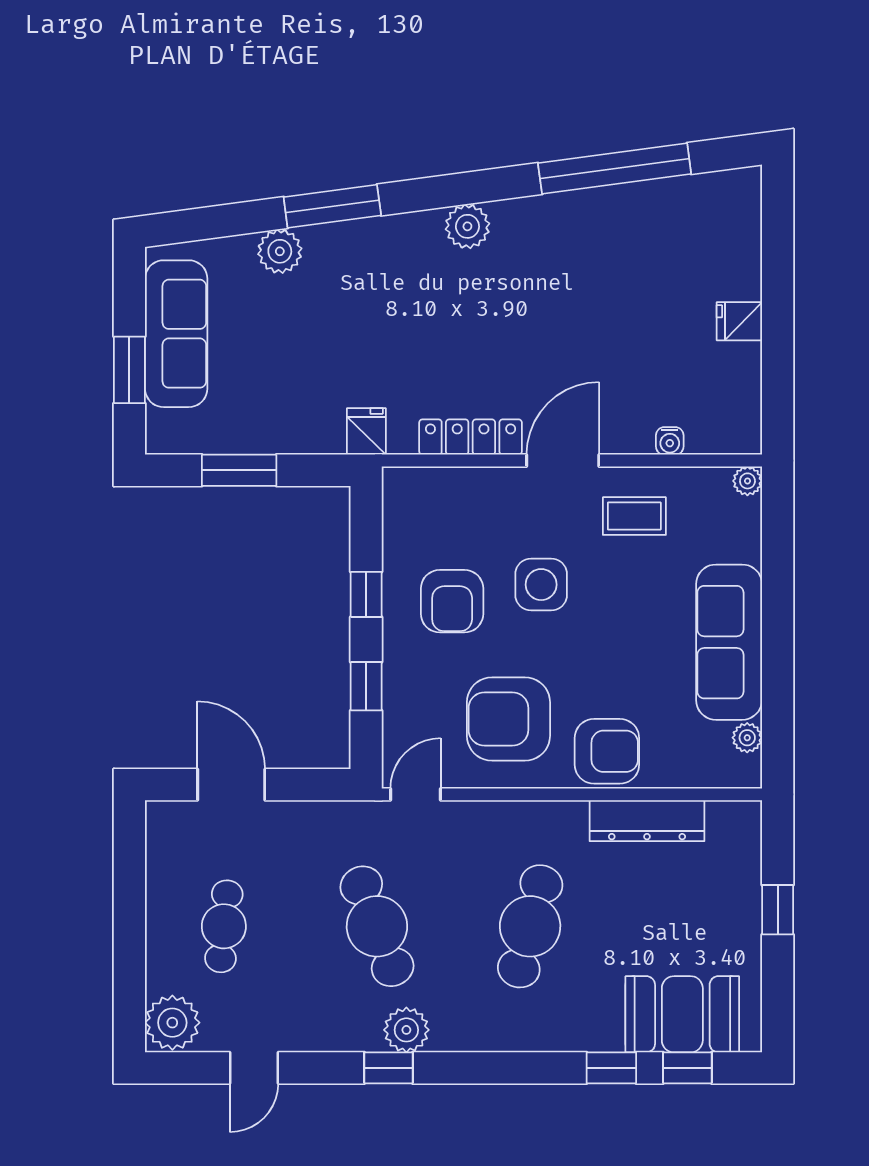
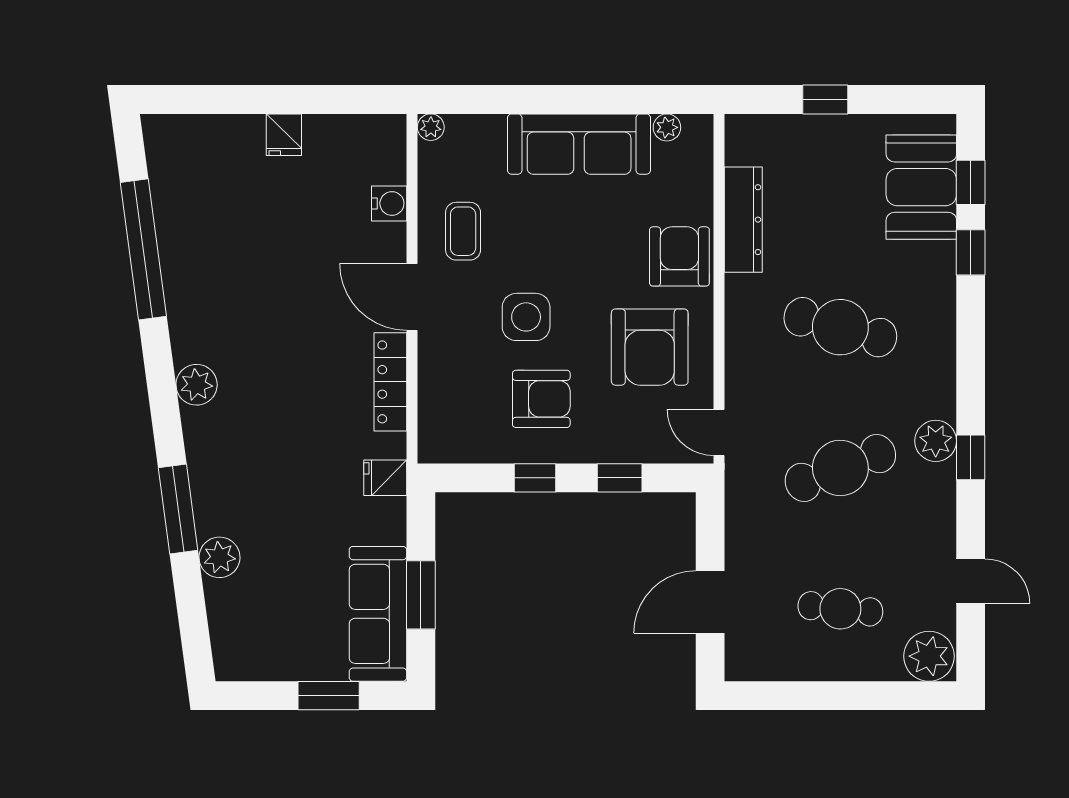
sofa: (176, 334) -> (378, 614), moved, turned -90
water cooler: (670, 441) -> (389, 203), width x1.38, depth x1.38

